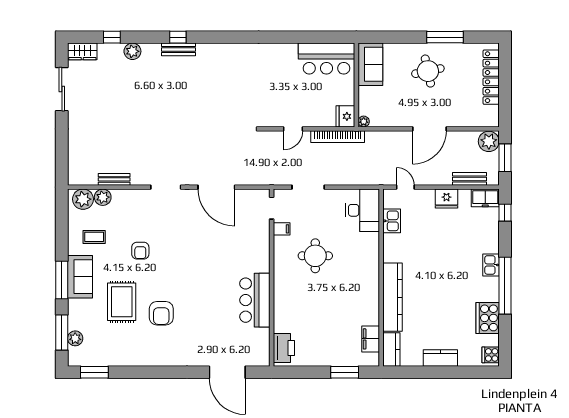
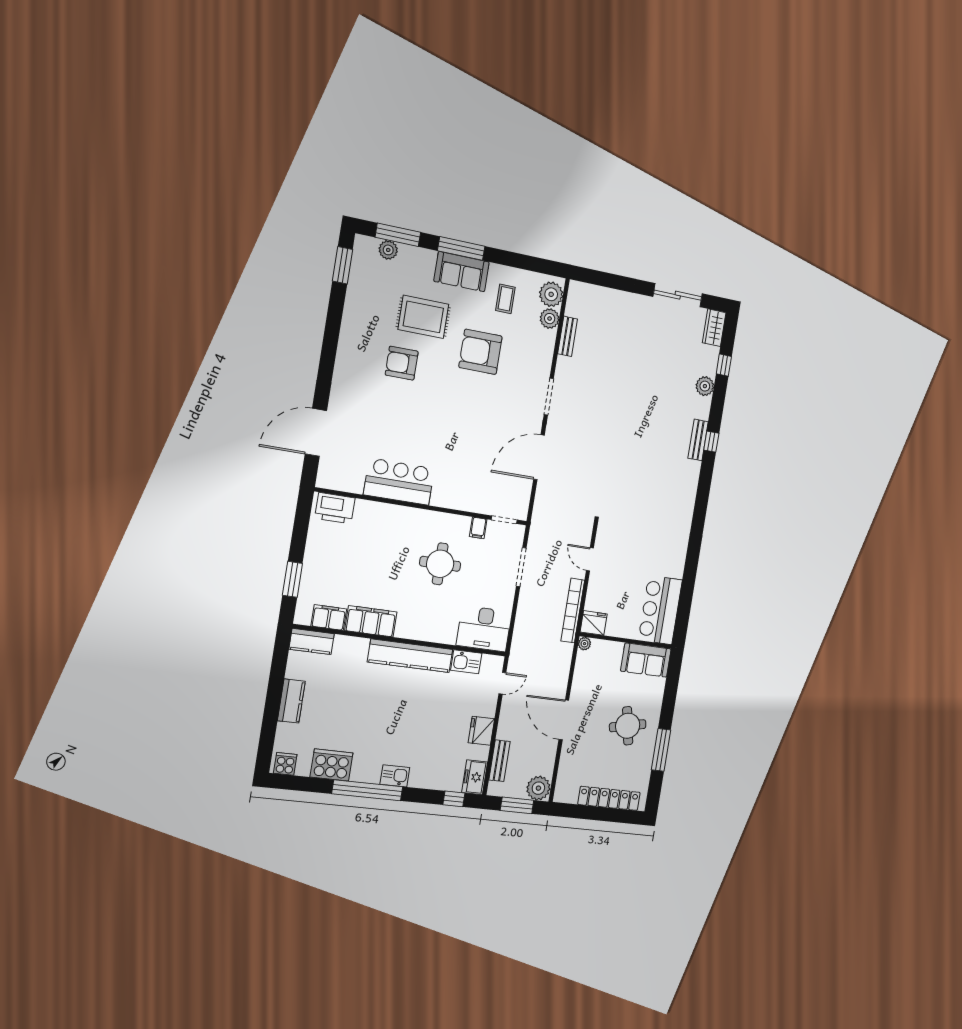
armchair: (140, 251) -> (480, 352), width x1.88, depth x1.88
kitchen counter: (393, 297) -> (410, 656), moved
filing cabinet: (369, 305) -> (371, 621), added

